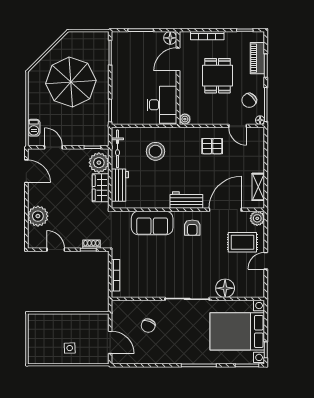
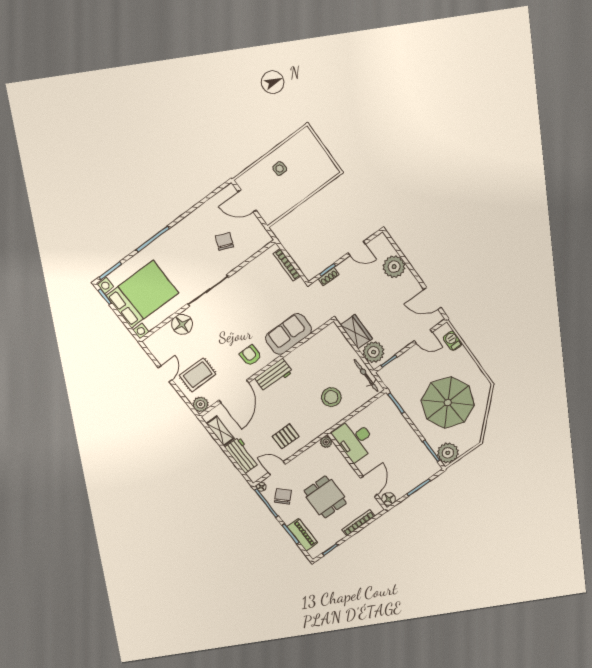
plant: (99, 42) -> (448, 453), added
workbench: (120, 185) -> (242, 455), moved, turned 180

